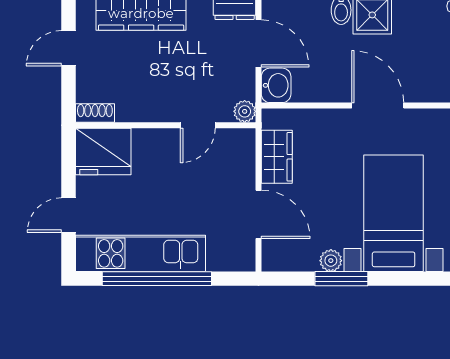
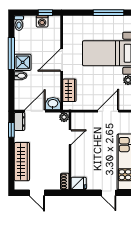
door: (198, 125) -> (70, 137), hinge flipped
fridge: (103, 151) -> (79, 183), width x0.53, depth x0.75
wardrobe: (277, 157) -> (69, 90), moved, turned 90

